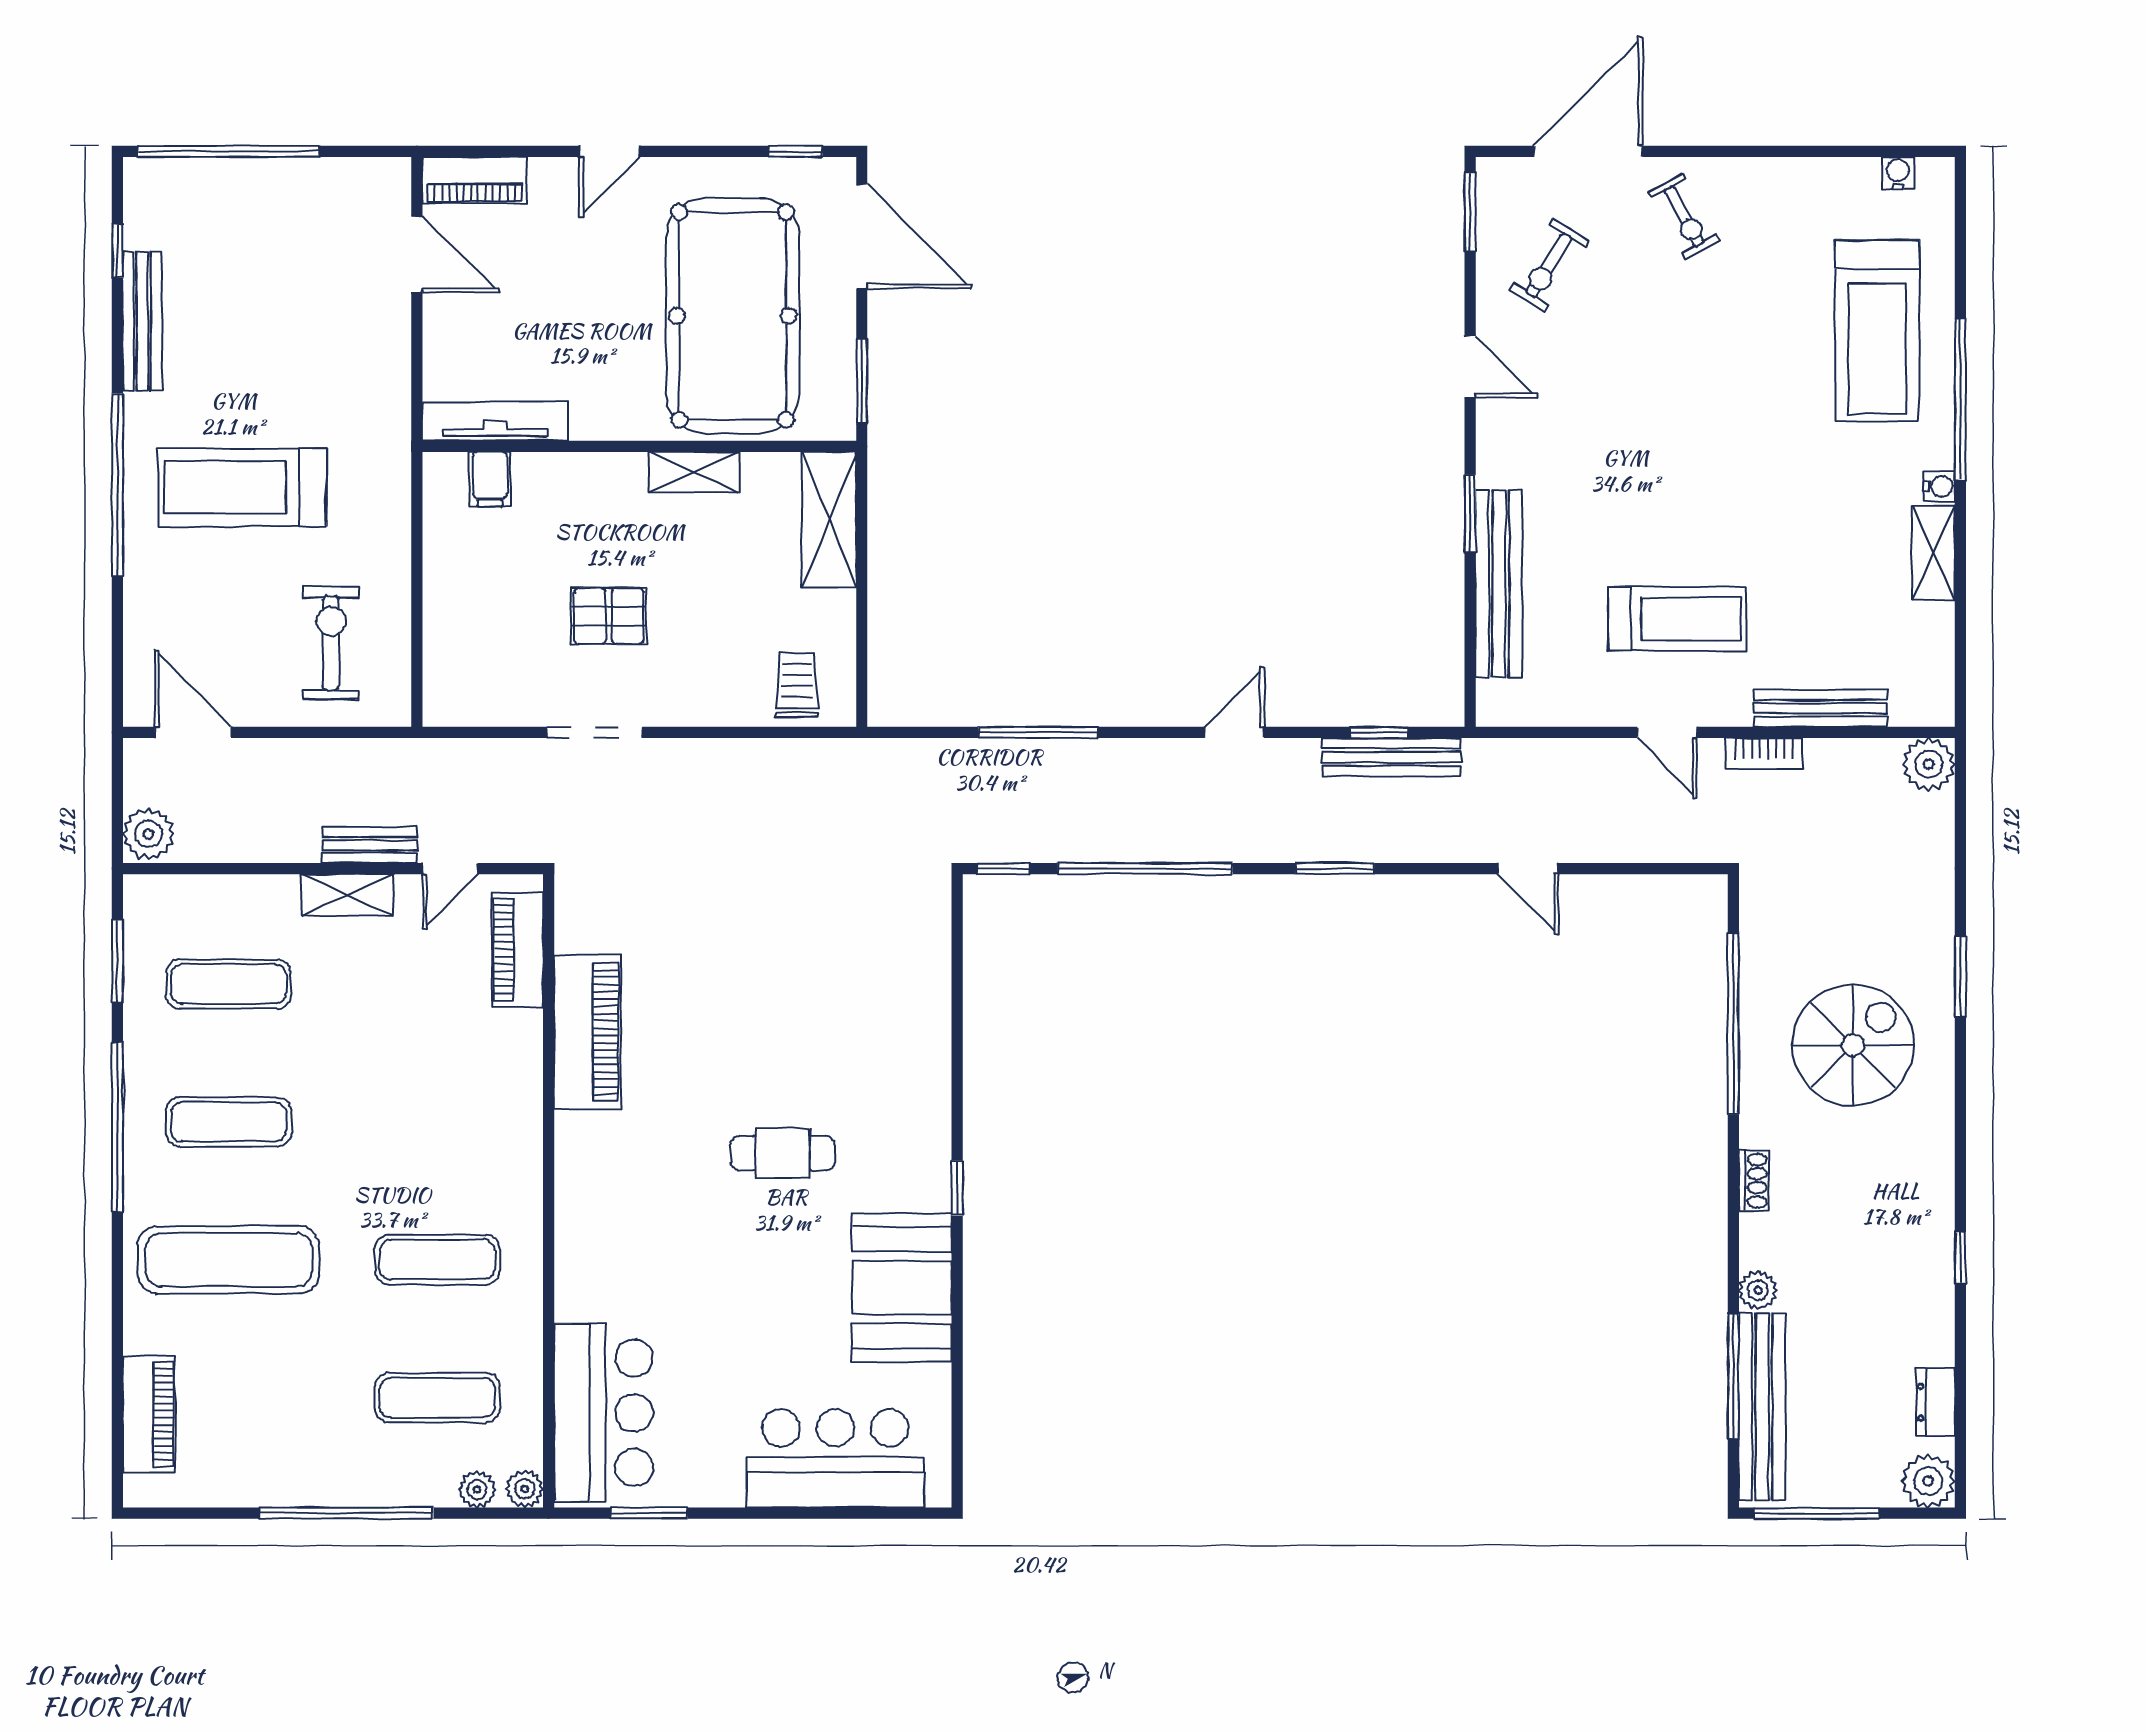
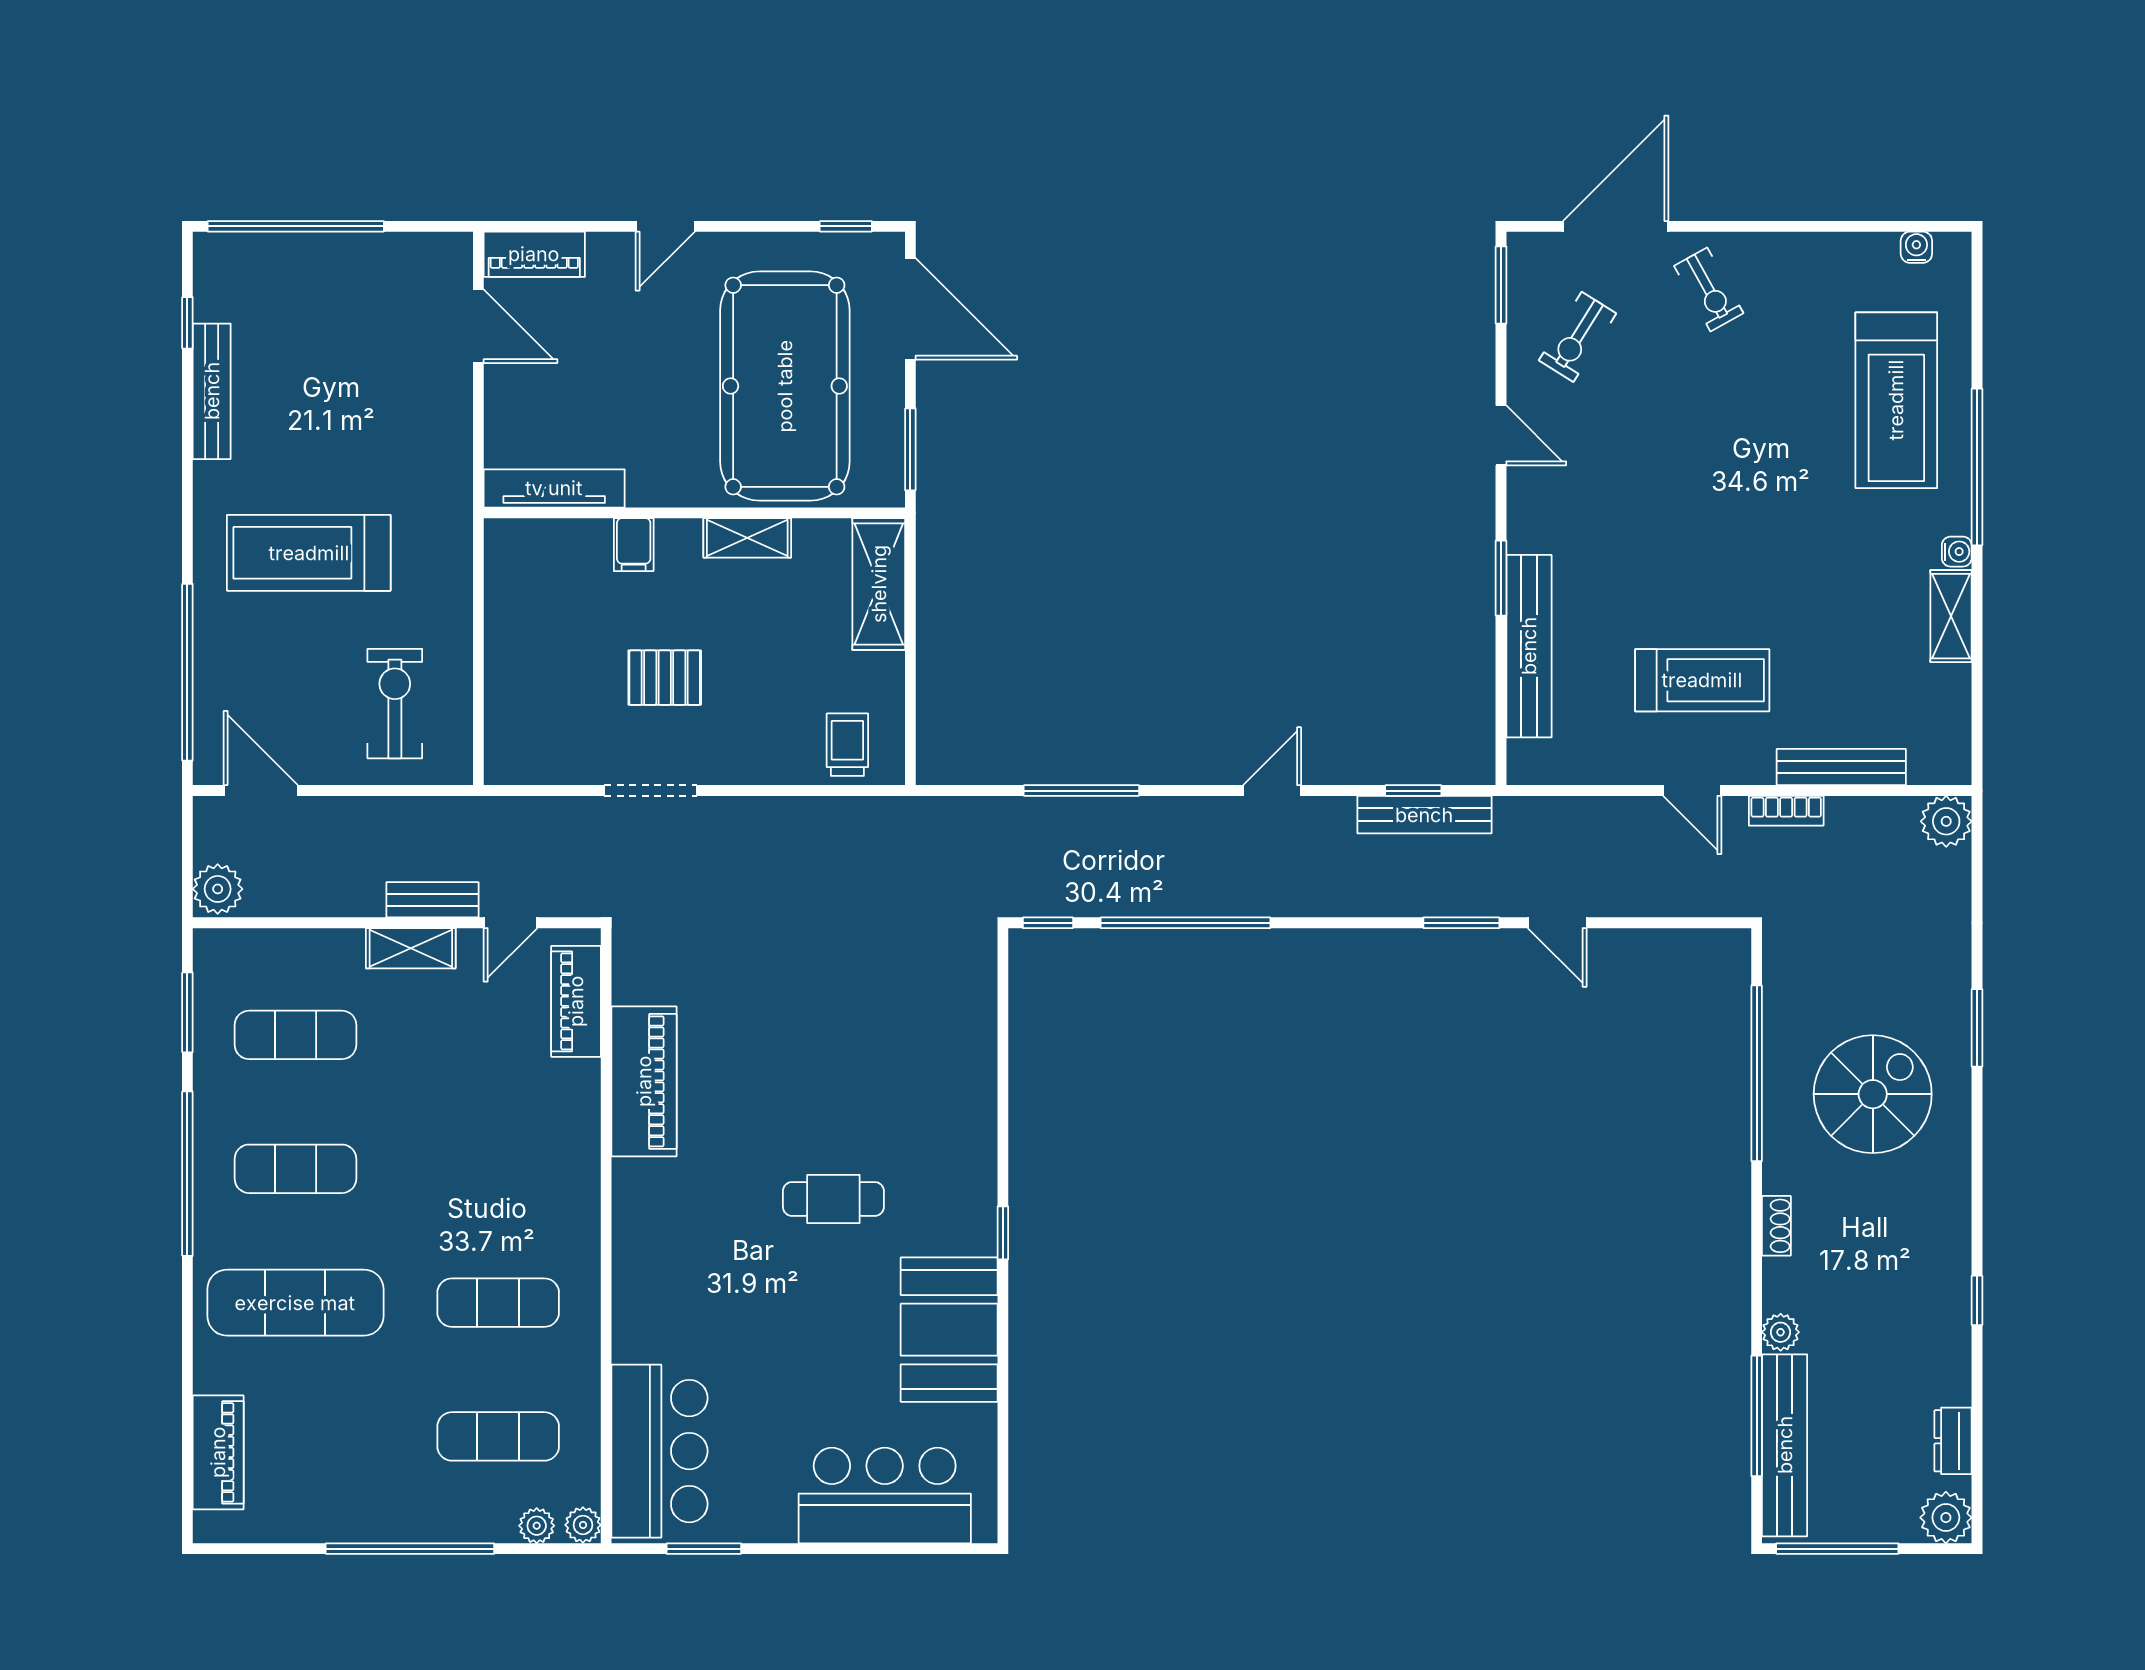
filing cabinet: (490, 479) -> (634, 545), moved
window: (117, 485) -> (187, 672), moved
window: (1335, 869) -> (1461, 923), moved

